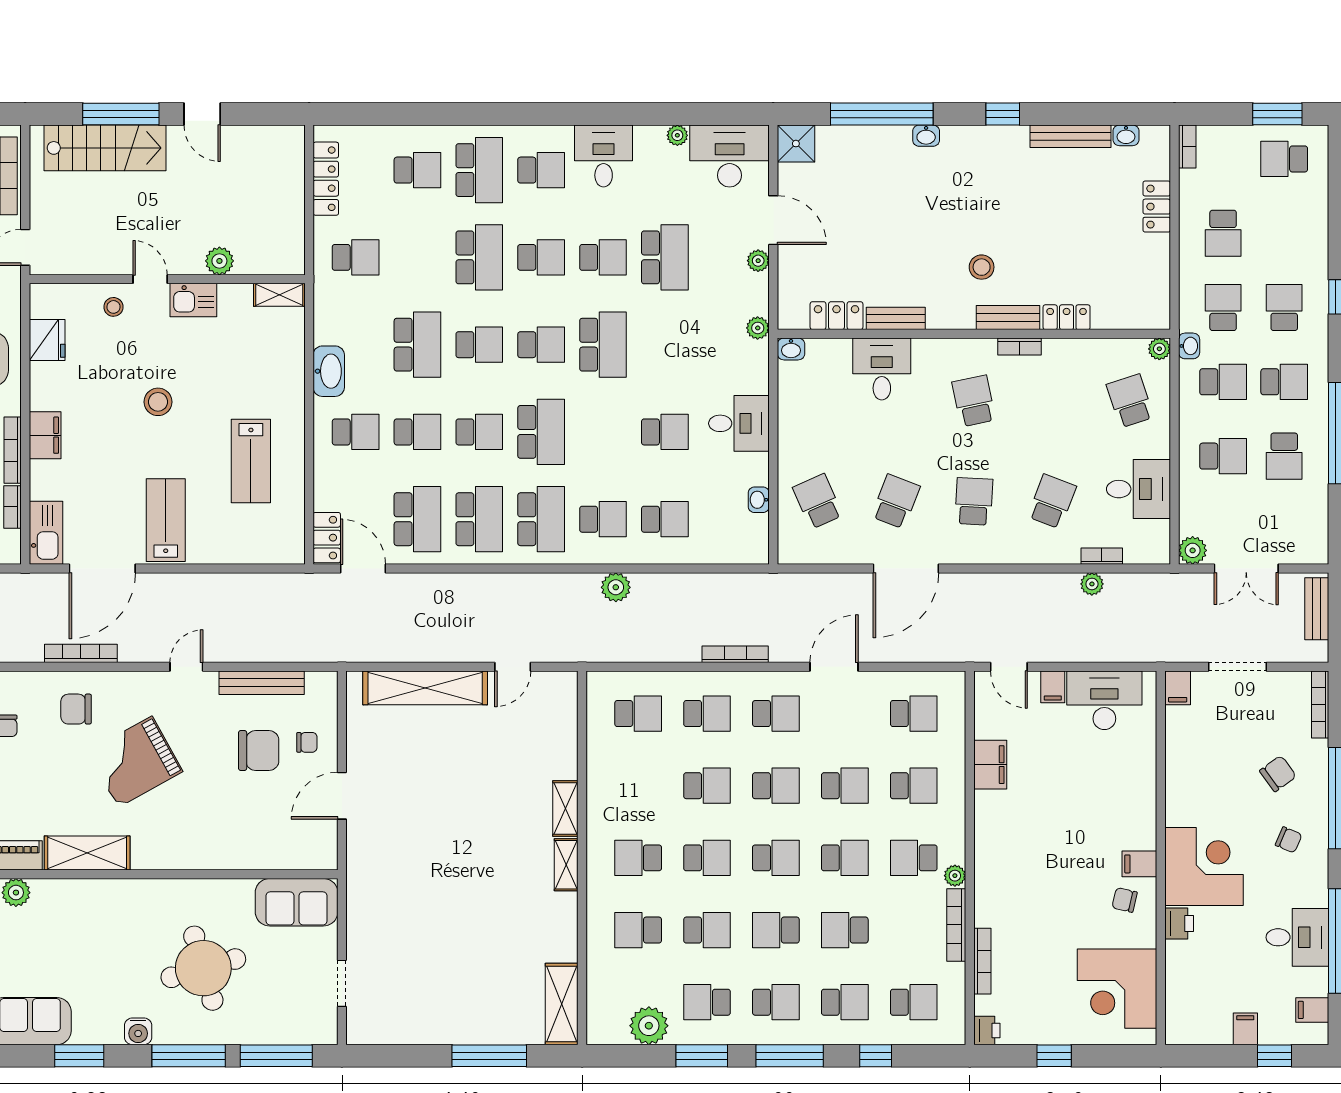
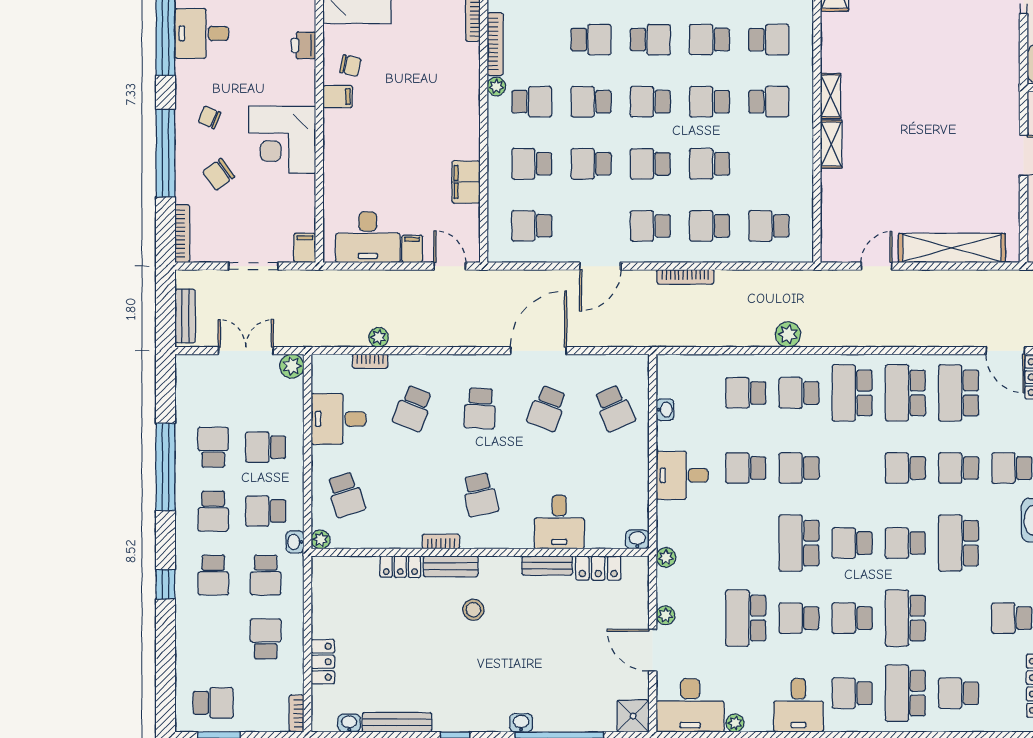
school desk: (1284, 382) -> (213, 511), turned -90
school desk: (541, 432) -> (799, 468), moved, width x0.54
corner desk: (1204, 866) -> (282, 140), moved

